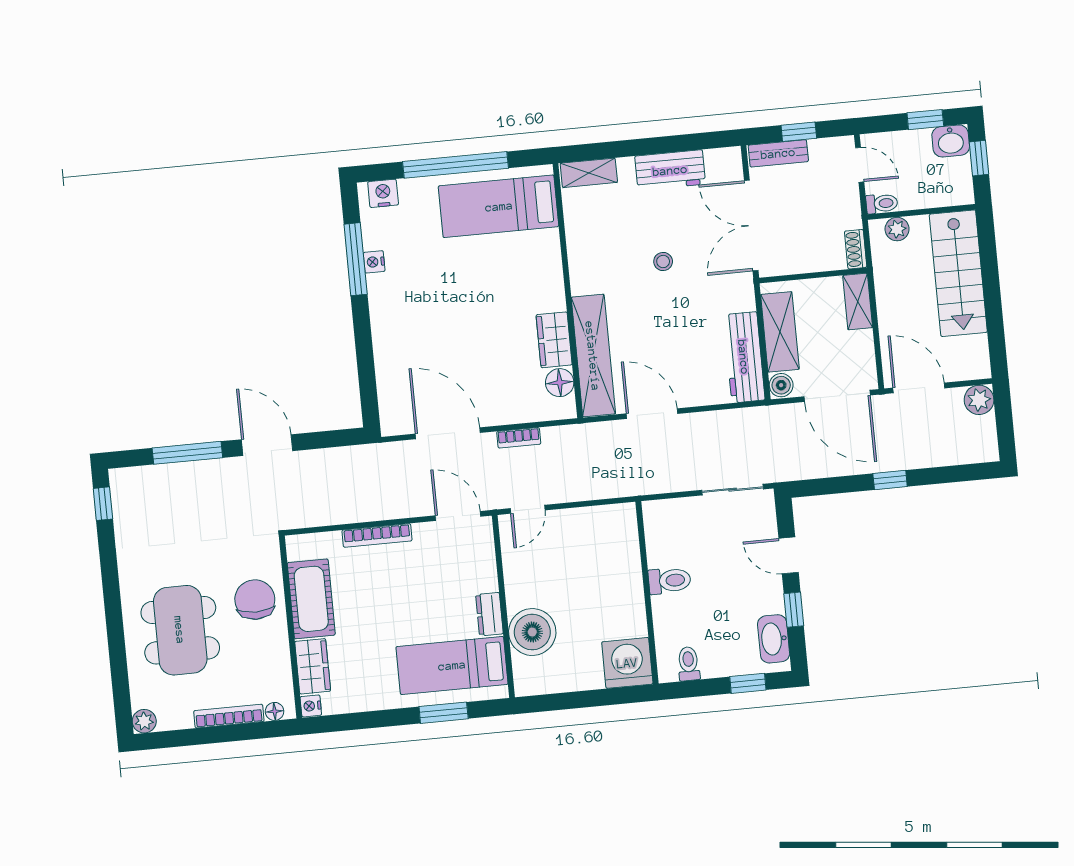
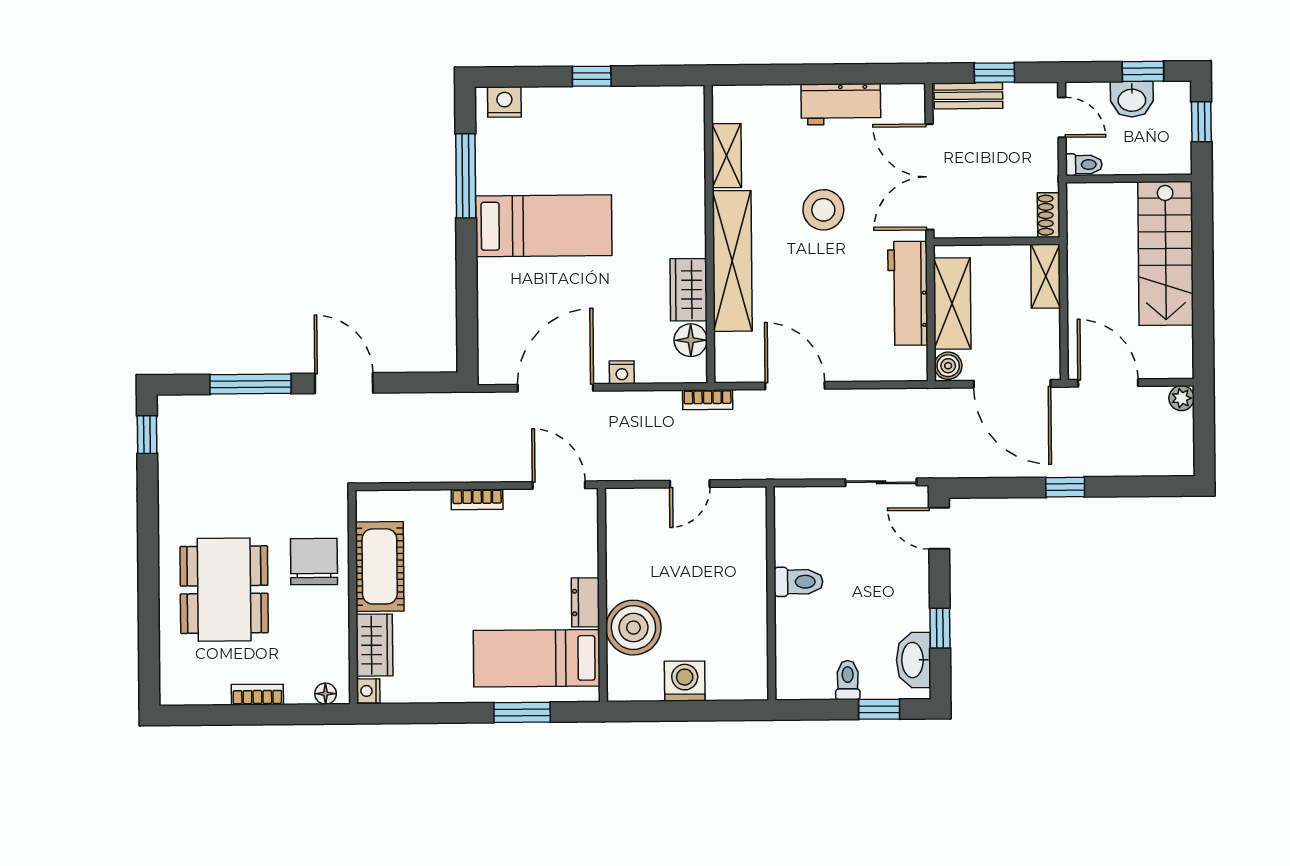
washbasin: (951, 141) -> (1132, 99), moved
window: (456, 165) -> (592, 76), width x0.32
shelving: (589, 173) -> (727, 156), moved, turned 90
bed: (499, 206) -> (544, 226), moved, turned 180
plant: (897, 229) -> (1099, 196), removed
nightstand: (374, 262) -> (622, 372), moved, turned -90
stool: (663, 262) -> (823, 210), width x1.89, depth x1.89
shelving: (593, 356) -> (732, 261), moved
workbench: (744, 357) -> (908, 293), moved
plant: (979, 400) -> (1182, 398), width x0.73, depth x0.73
door: (448, 433) -> (555, 388), hinge flipped
bookcase: (519, 438) -> (708, 400), moved
door: (528, 509) -> (690, 484), moved
bookcase: (377, 535) -> (477, 499), width x0.64
door: (789, 555) -> (939, 528), moved
washing machine: (627, 663) -> (685, 681), moved, width x0.73, depth x0.73
toilet: (689, 664) -> (848, 680), moved
bookcase: (229, 716) -> (257, 695), width x0.64
plant: (144, 721) -> (173, 692), removed

